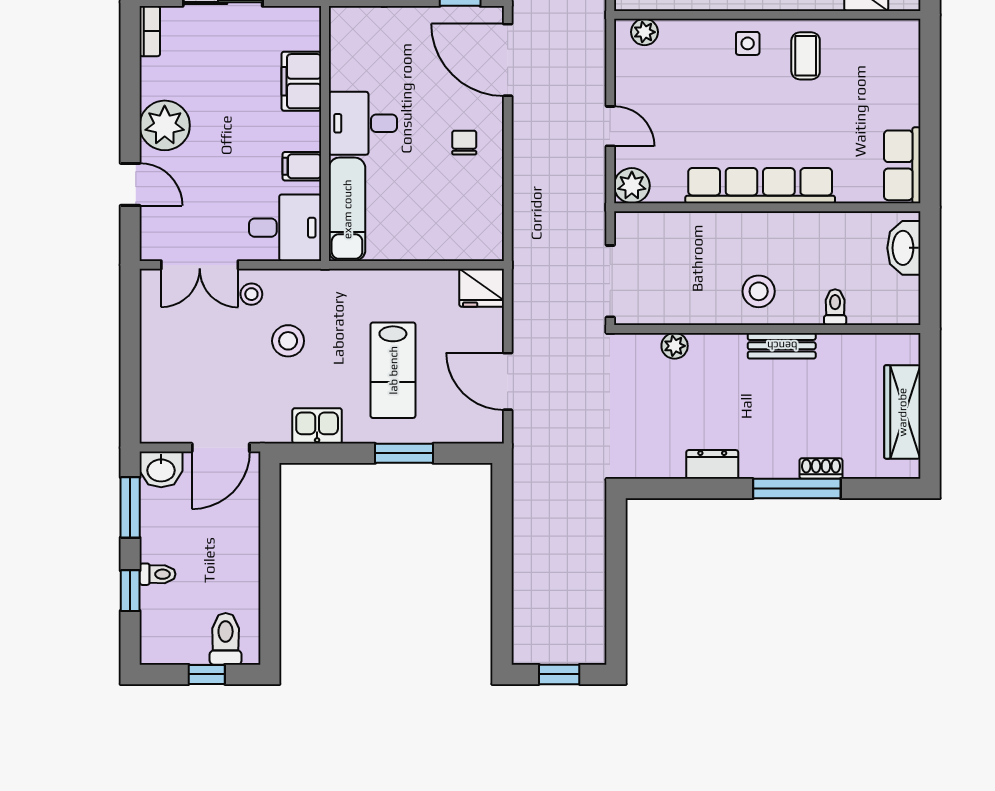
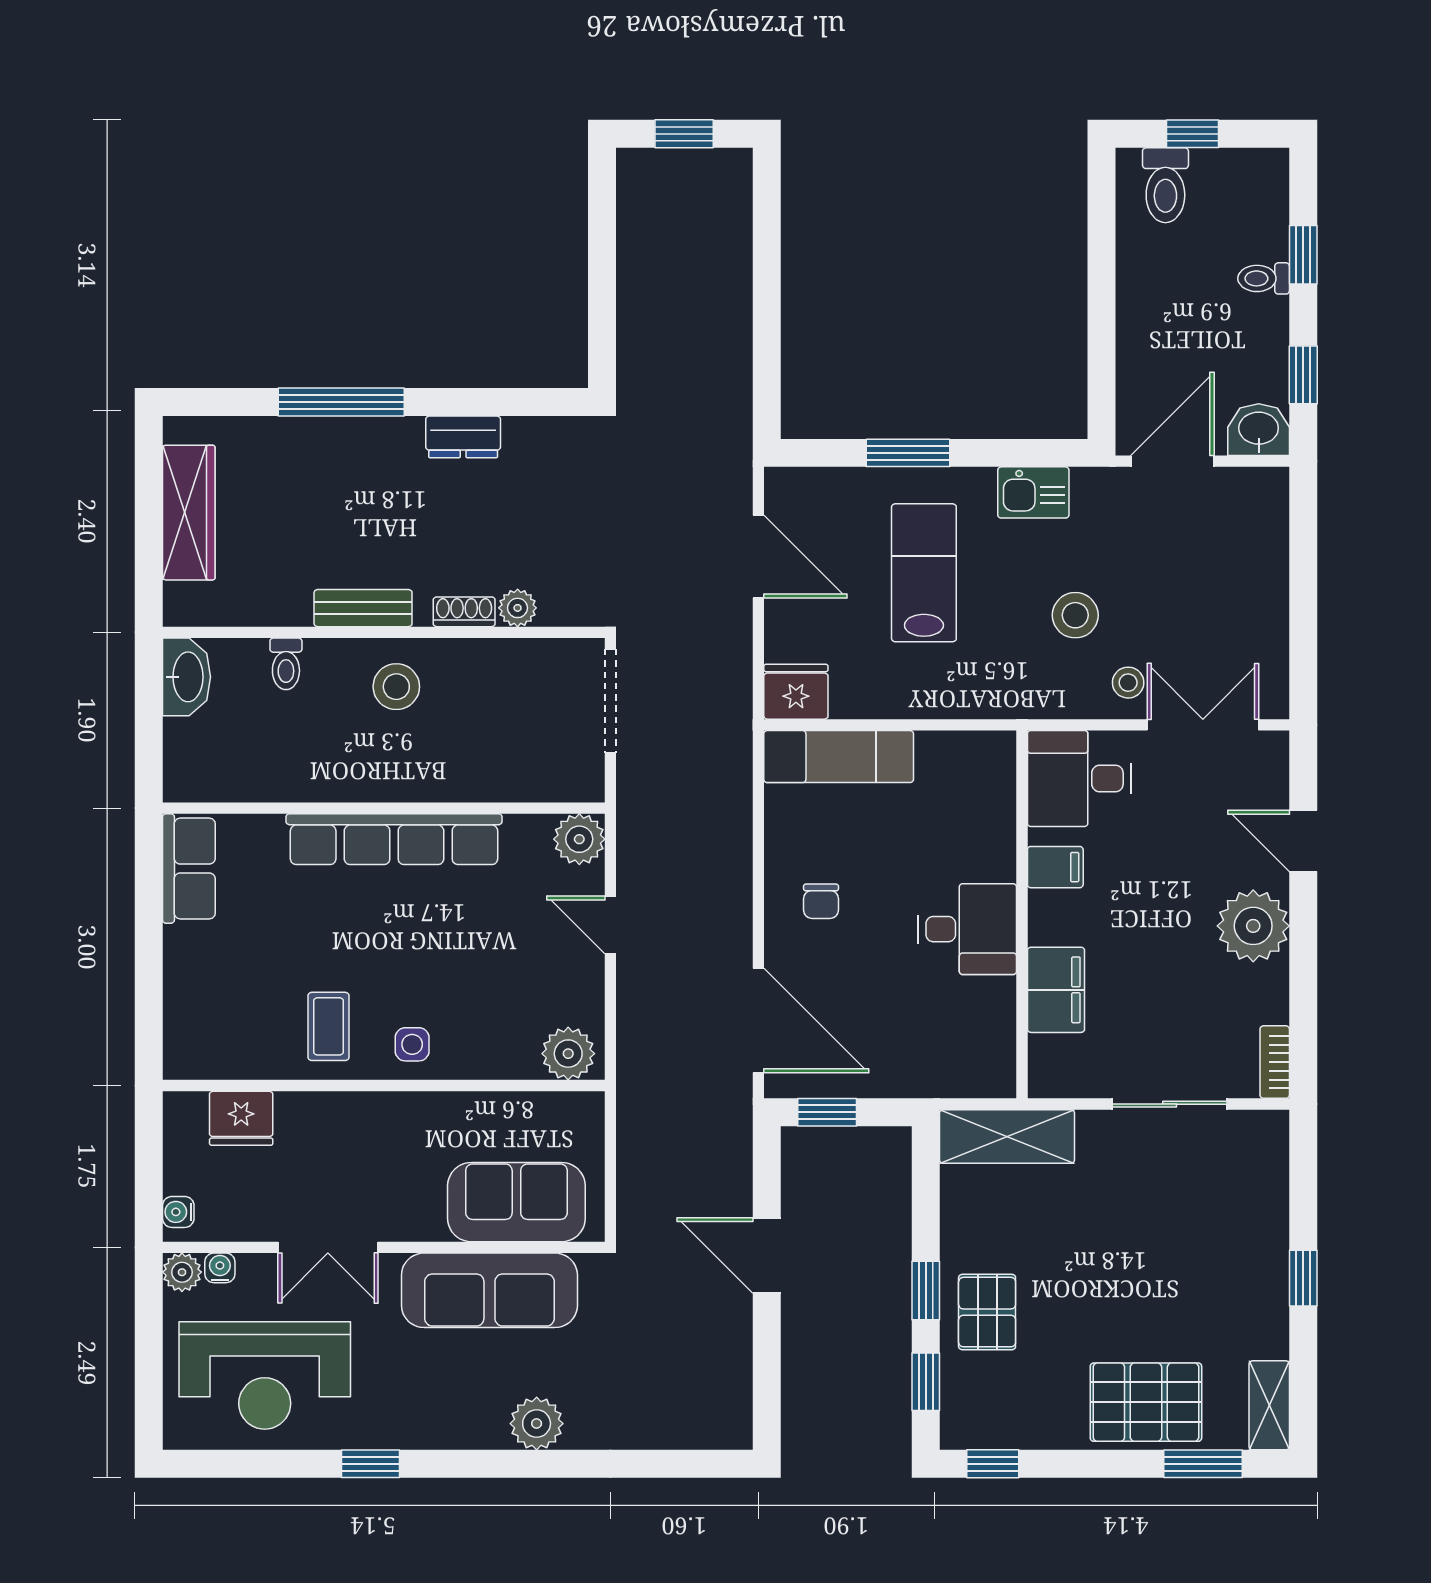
plant: (644, 32) -> (568, 1054), width x1.38, depth x1.38
exam couch: (347, 209) -> (839, 757), moved, turned -90
washbasin: (904, 248) -> (187, 677), moved
shoe rack: (821, 469) -> (464, 612), moved, turned 180
window: (130, 507) -> (1303, 375), width x0.67

